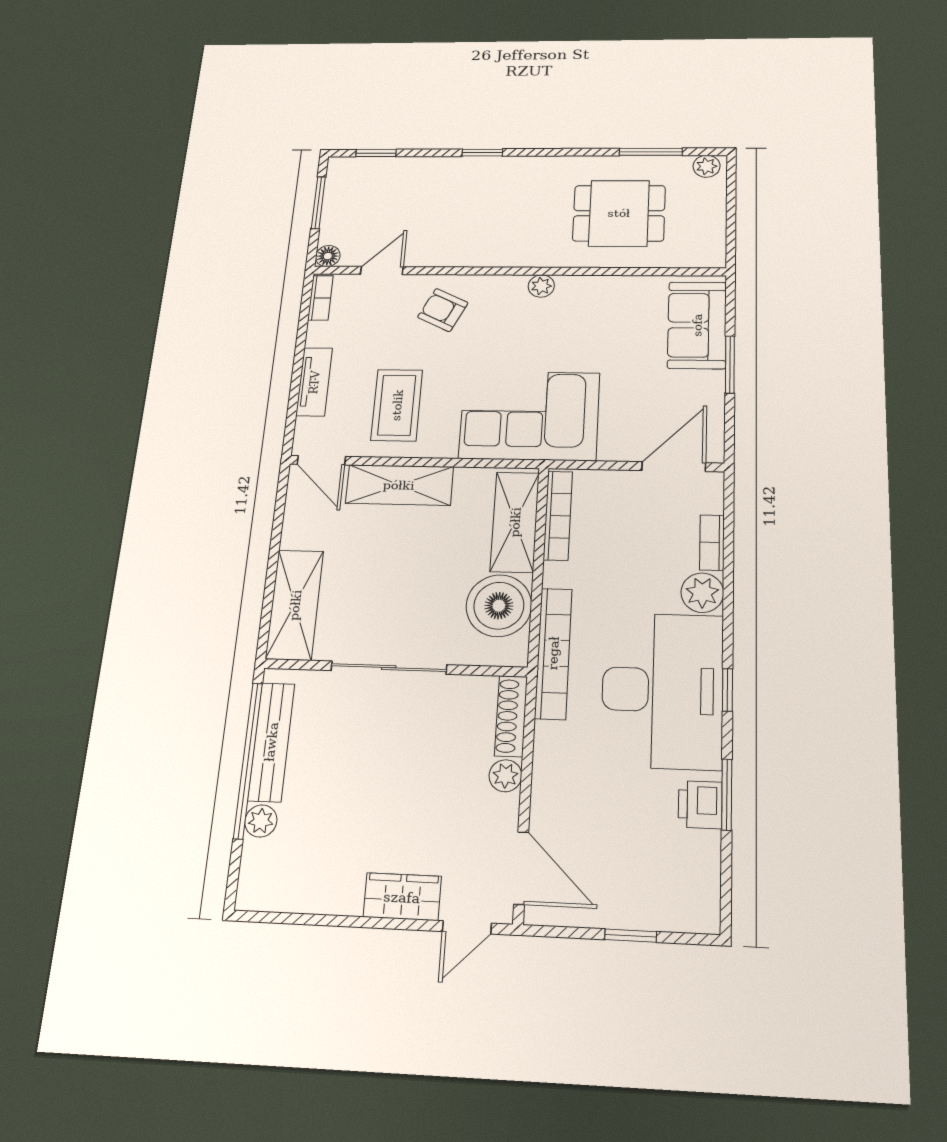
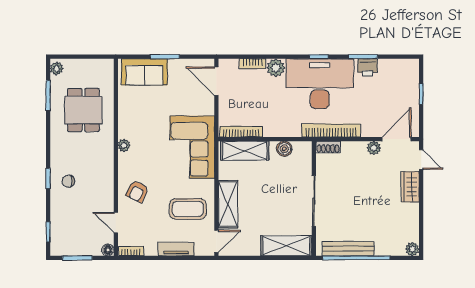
chair: (474, 187) -> (68, 181), added
boiler: (499, 606) -> (284, 149), width x0.54, depth x0.54
bookcase: (553, 653) -> (331, 131), moved
shoe rack: (511, 716) -> (328, 147), width x0.70
plant: (505, 776) -> (374, 148), moved
plant: (261, 821) -> (412, 249), moved

